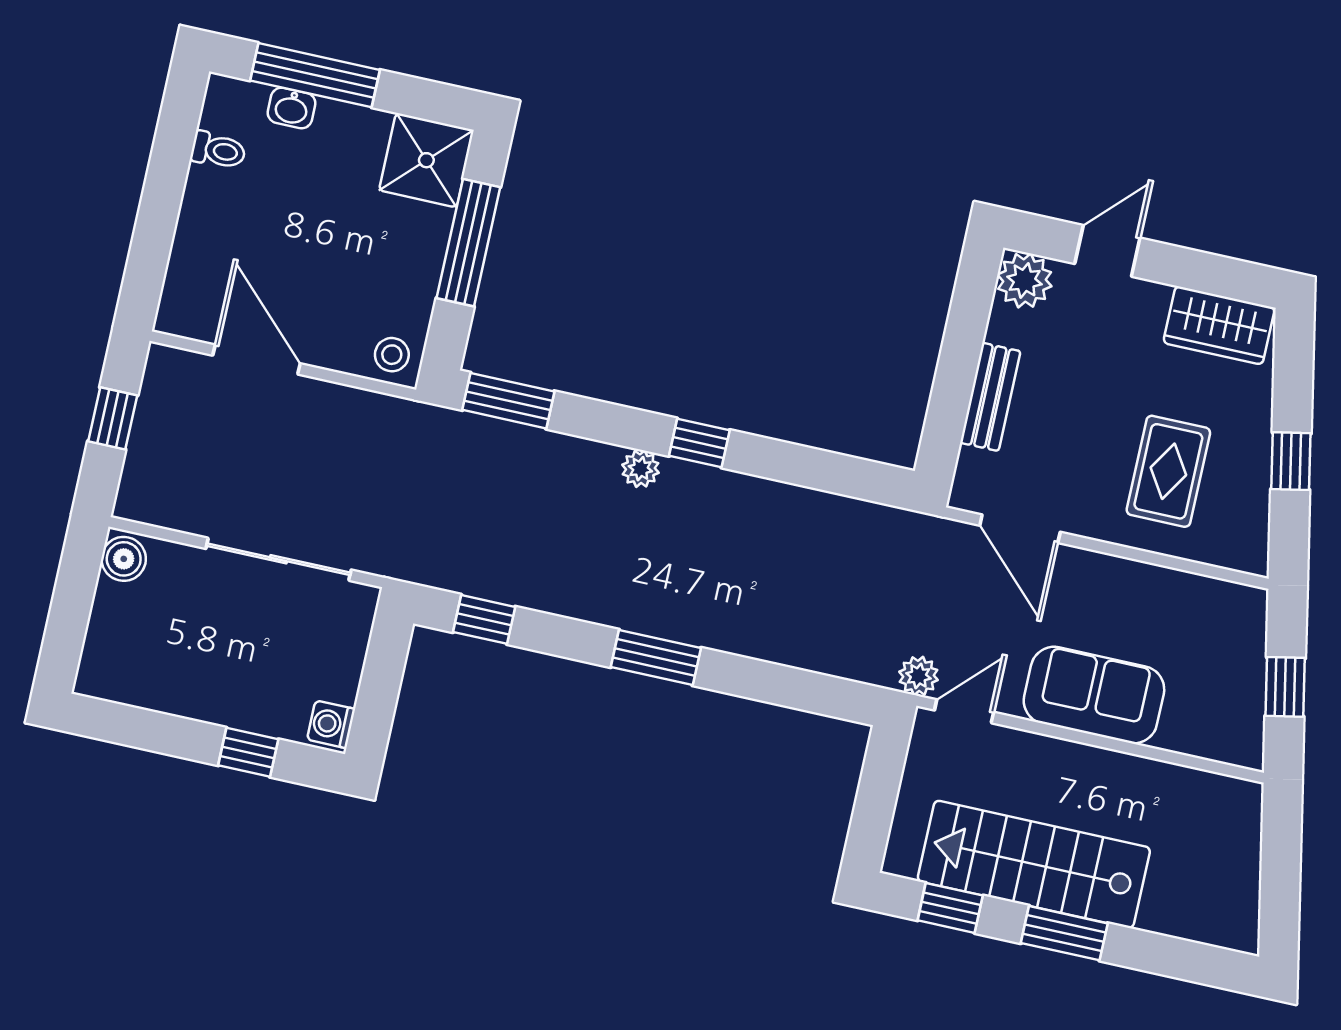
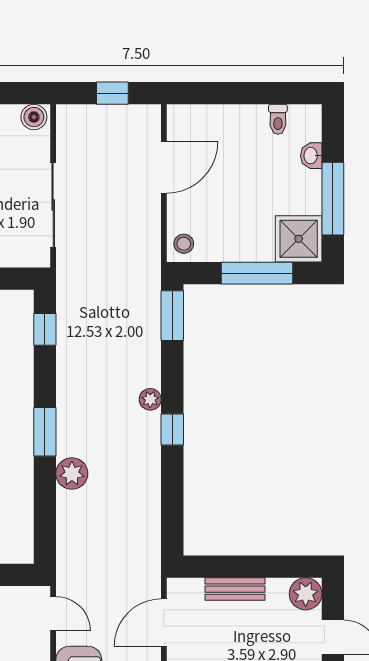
window: (315, 75) -> (333, 199), moved
plant: (918, 676) -> (72, 474), moved, width x1.38, depth x1.38

